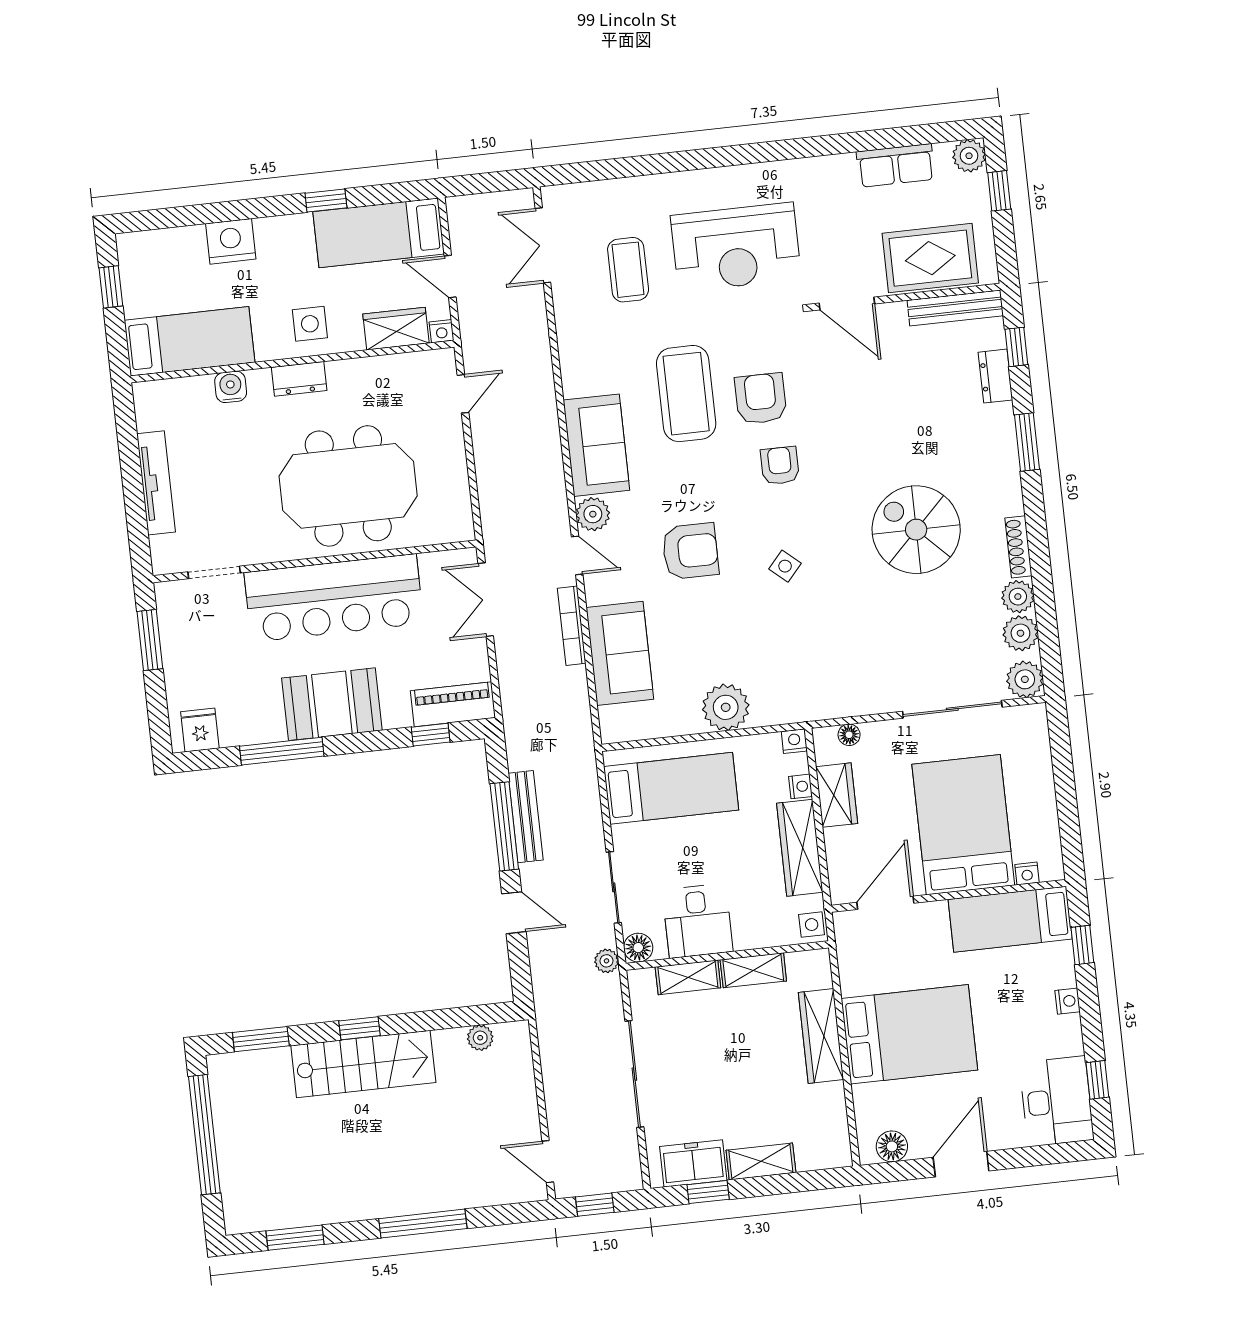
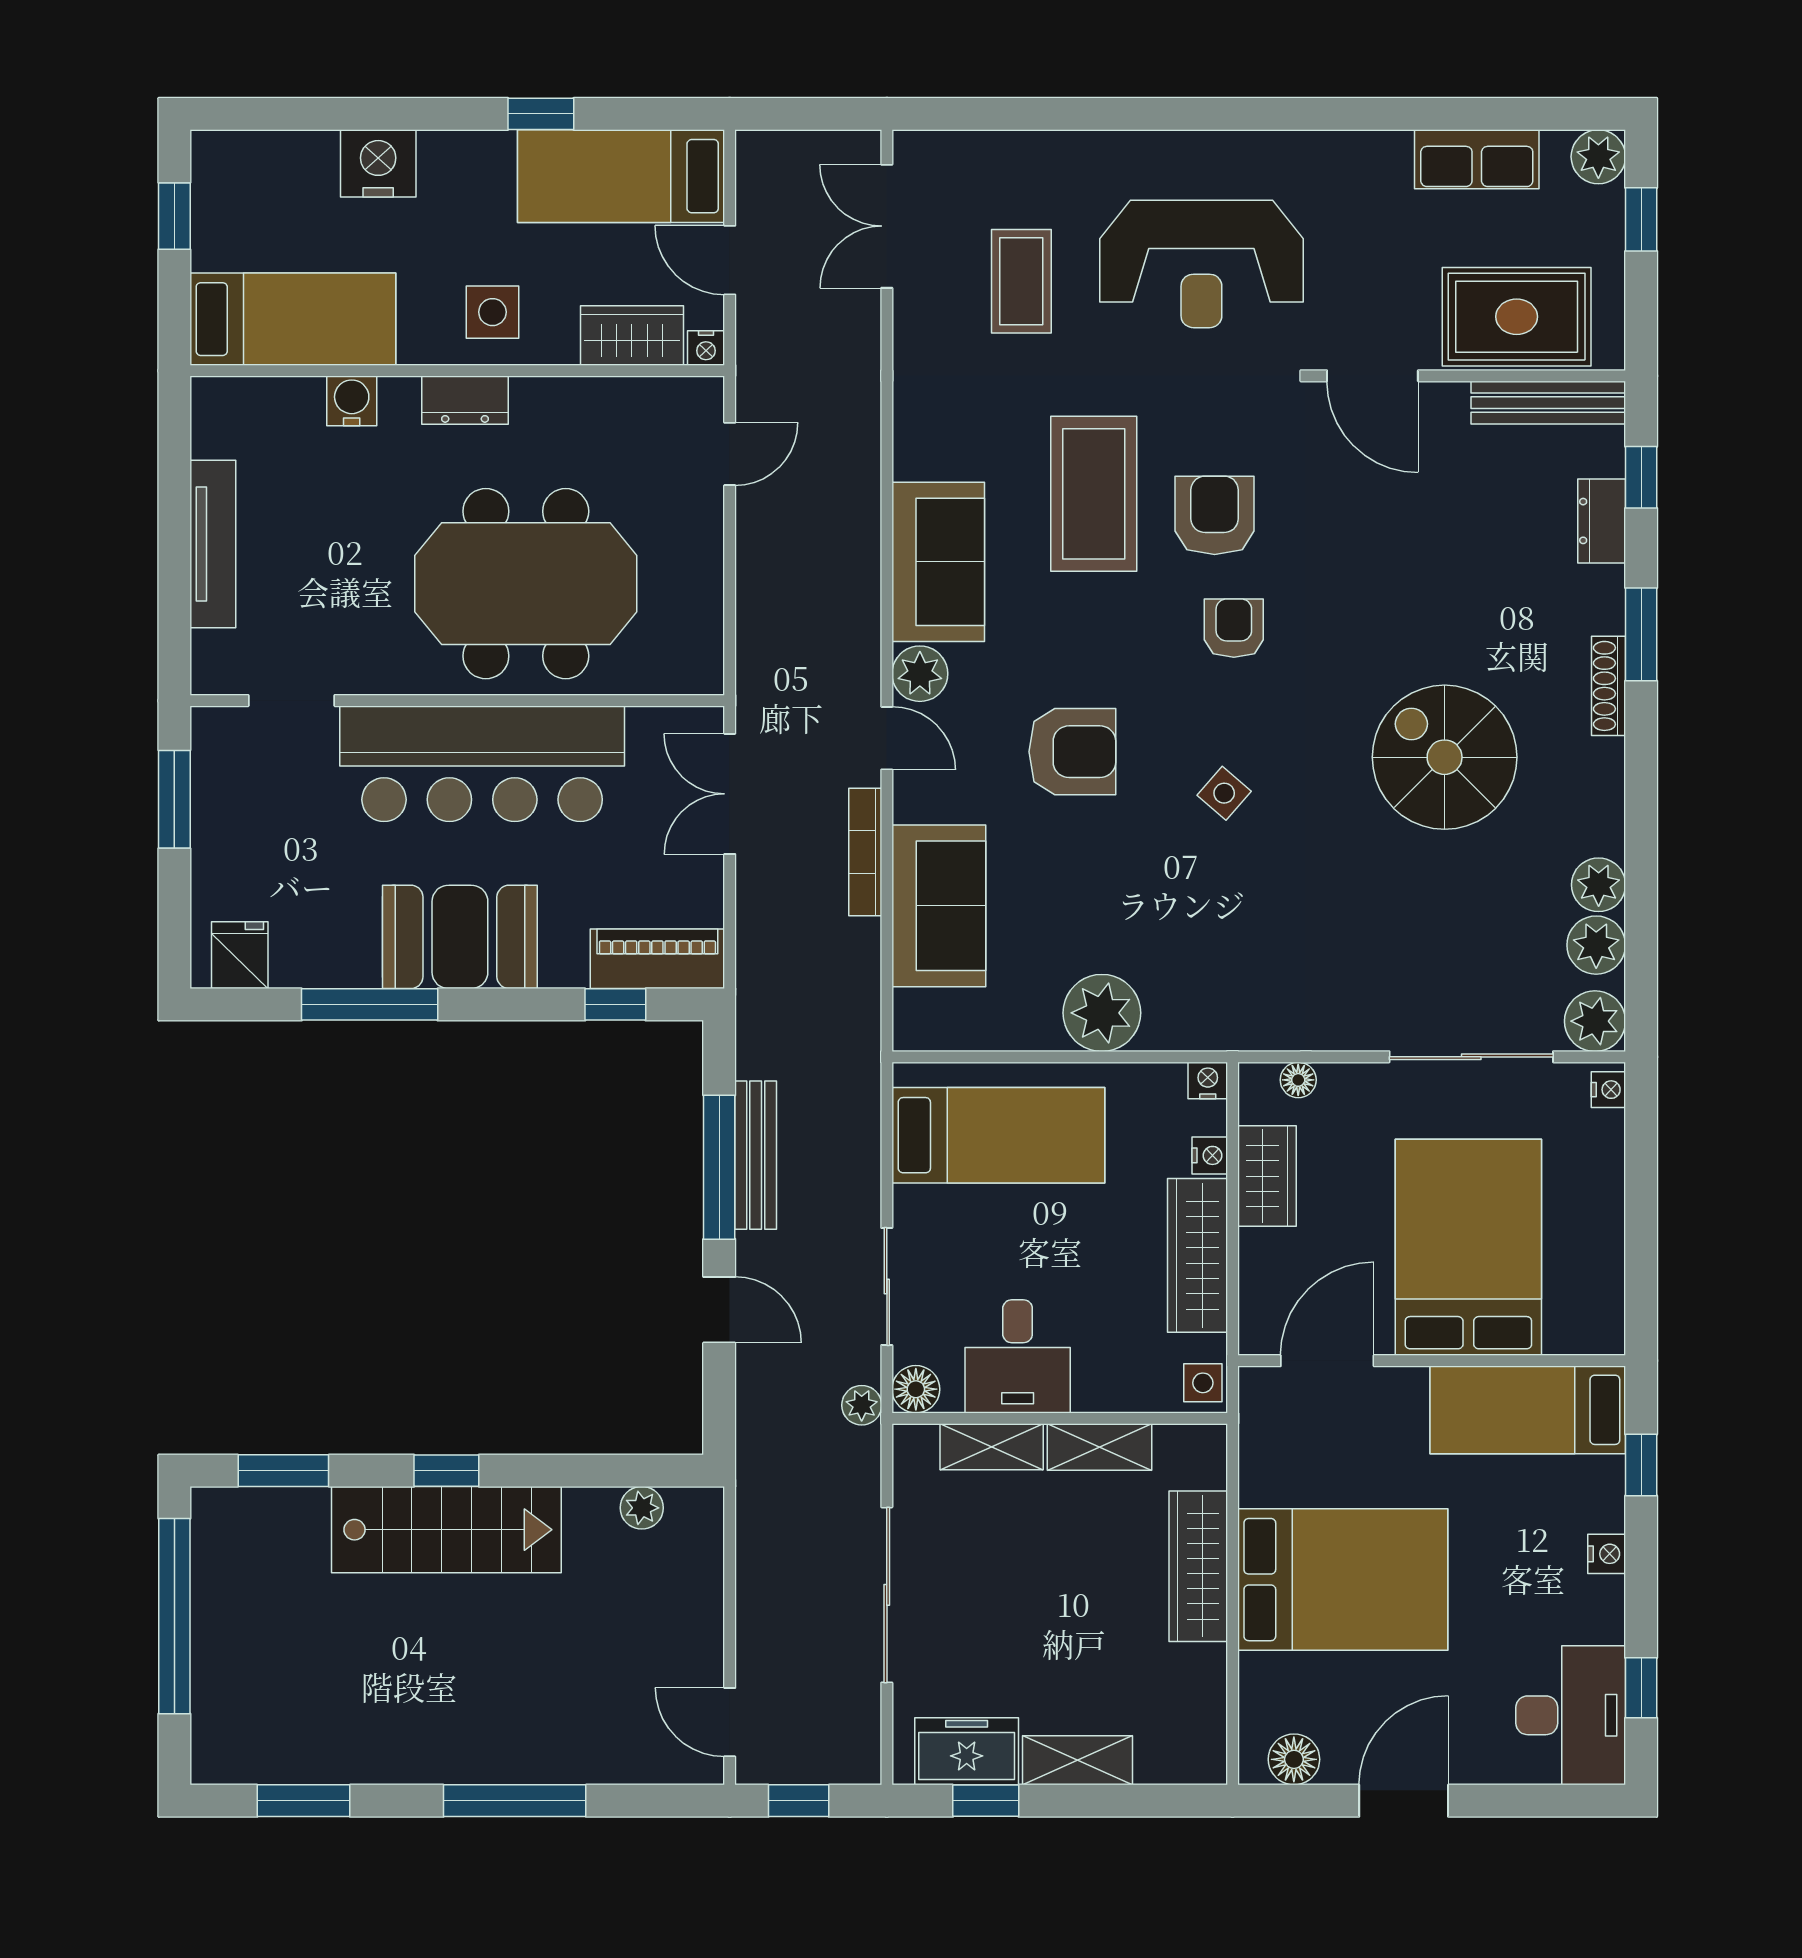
shoe rack: (1018, 547) -> (1608, 686), moved
nightstand: (1027, 873) -> (1608, 1090), moved, turned -90

